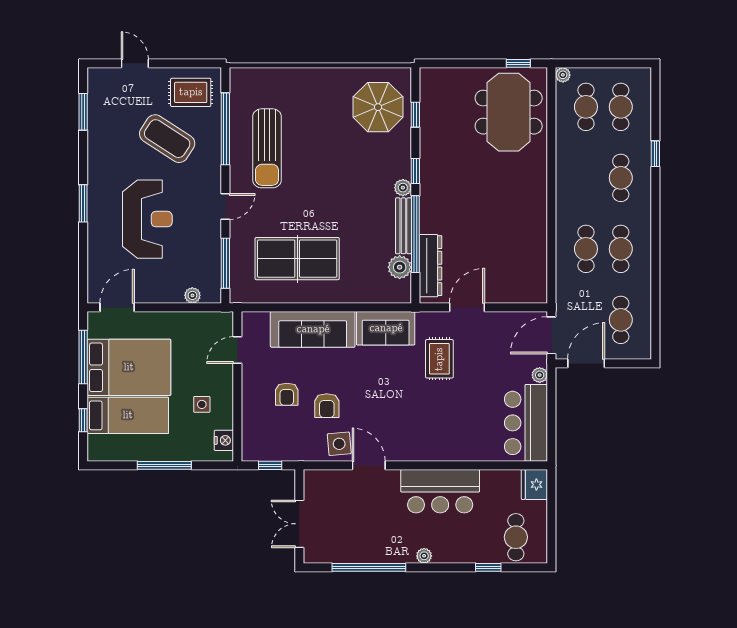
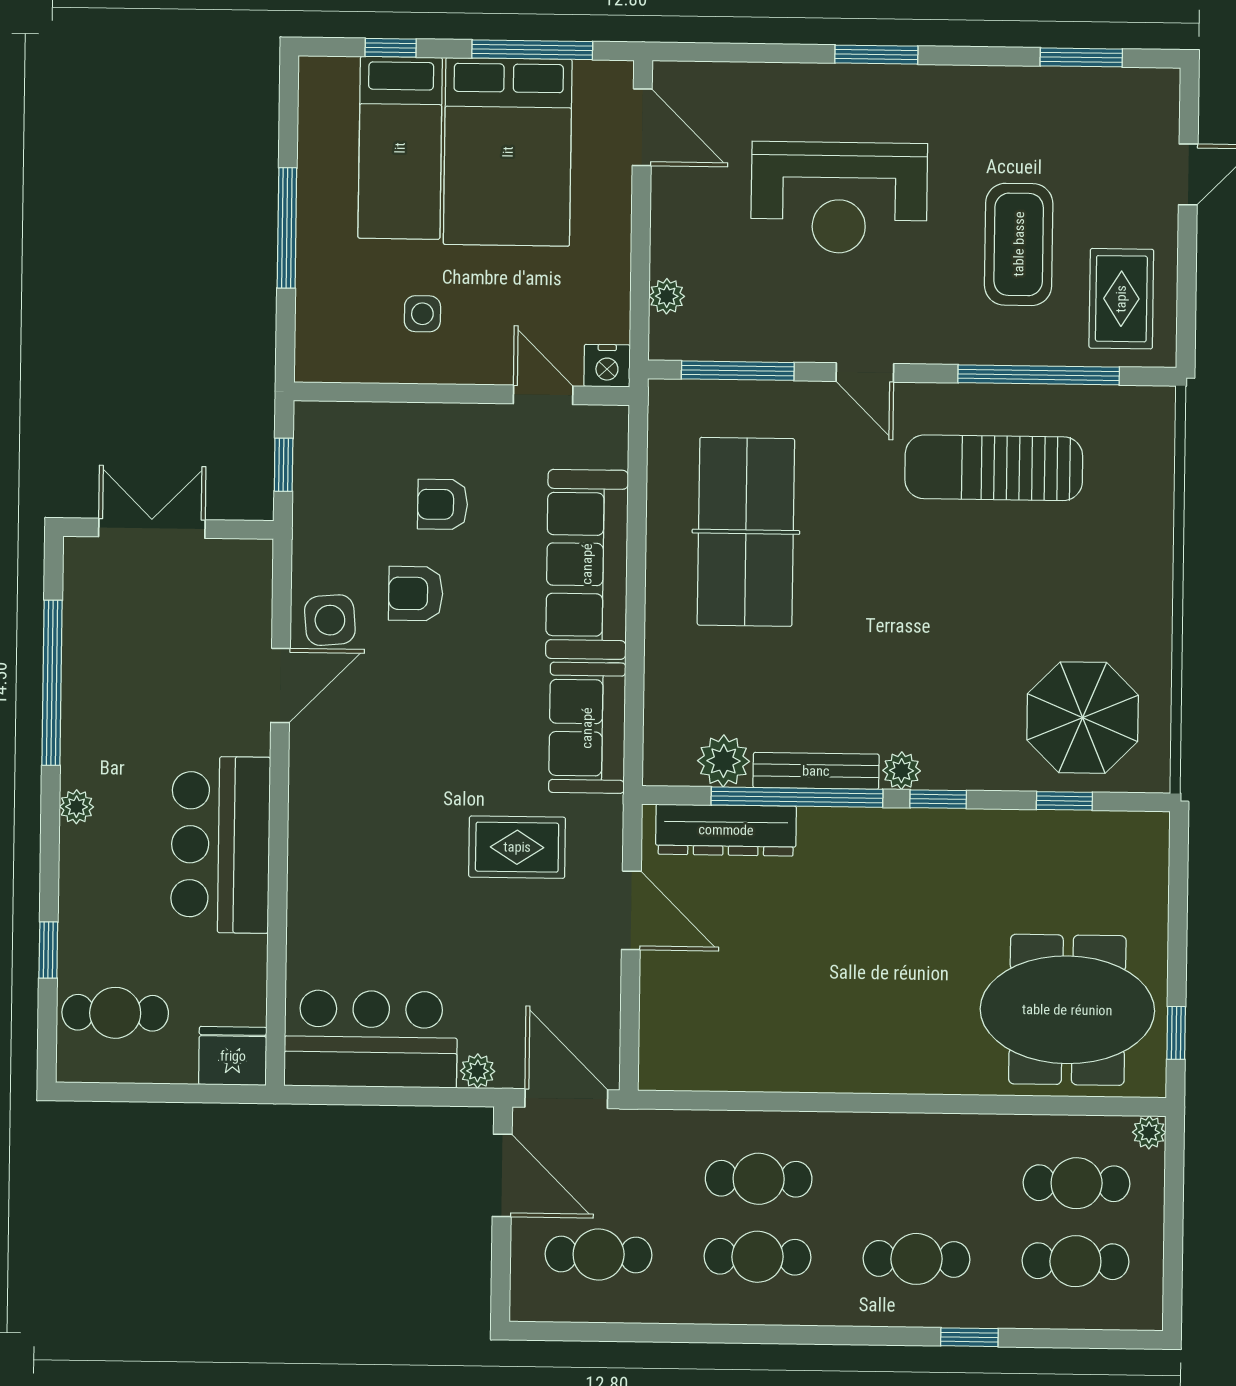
coffee table: (167, 139) -> (1019, 244), turned -33
nightstand: (224, 440) -> (607, 366), moved

